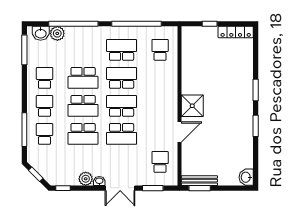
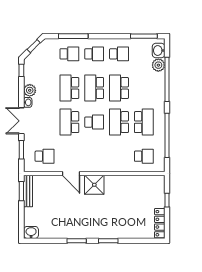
school desk: (122, 78) -> (119, 122), turned 180
school desk: (122, 106) -> (94, 122), width x0.54

